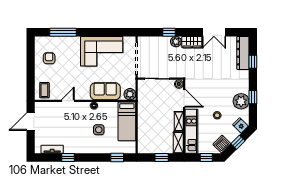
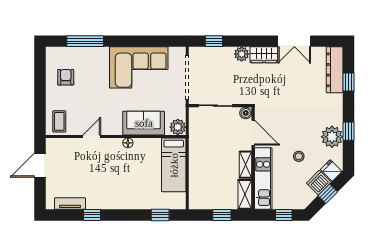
window: (169, 32) -> (214, 41), moved
side table: (99, 130) -> (135, 176), removed
dishwasher: (222, 144) -> (319, 183), moved

